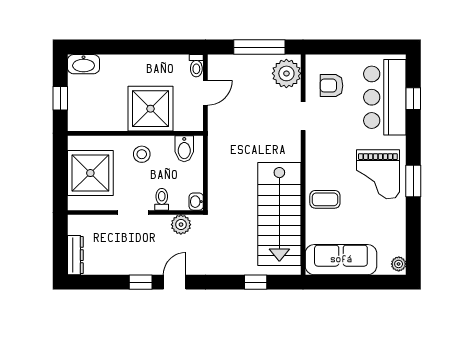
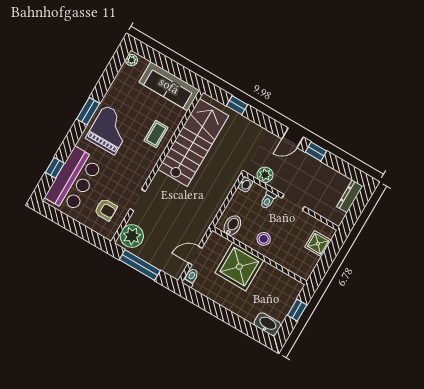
shower: (90, 173) -> (318, 244), width x0.54, depth x0.54
coffee table: (325, 199) -> (156, 134), turned 90

